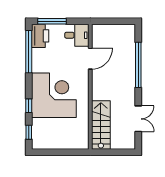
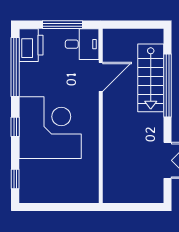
window: (52, 21) -> (62, 25), moved
window: (29, 106) -> (15, 127), moved
stairs: (101, 125) -> (151, 78), moved, turned 180

